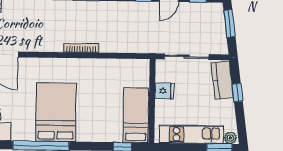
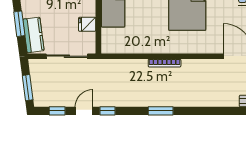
window: (237, 93) -> (19, 24), width x1.50

